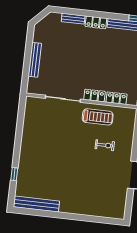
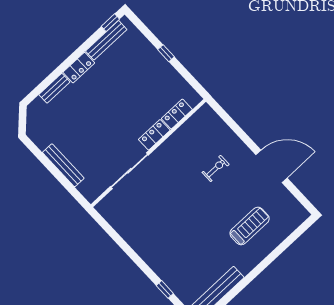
treadmill: (98, 117) -> (250, 226), moved

